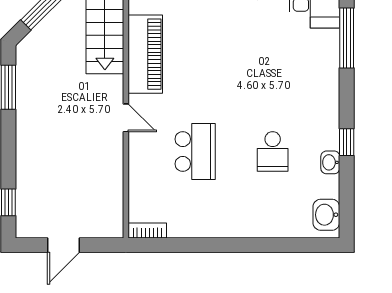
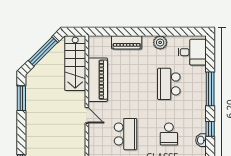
window: (347, 38) -> (210, 89), moved
school desk: (273, 62) -> (169, 84), added

